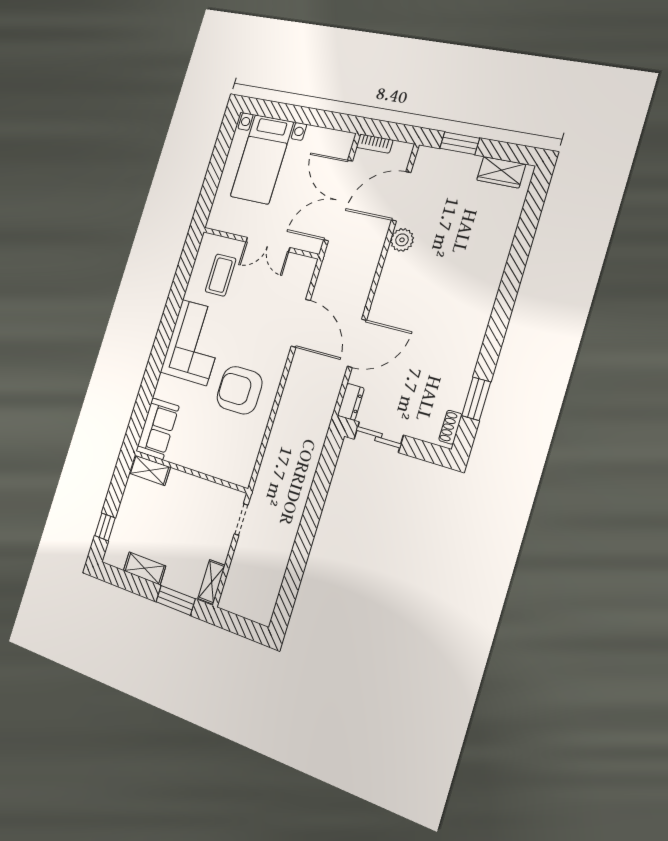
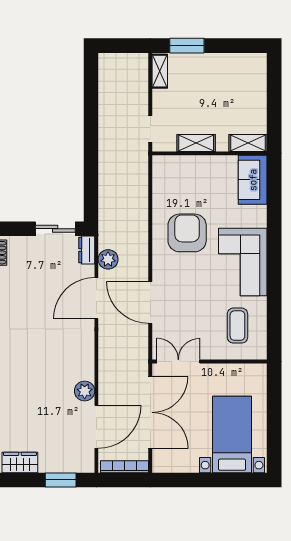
bookcase: (375, 144) -> (125, 467), width x1.56
double door: (268, 245) -> (178, 362), moved
plant: (331, 384) -> (108, 259), added
armchair: (239, 390) -> (187, 233), turned -90
window: (105, 527) -> (274, 83), removed
shelving: (145, 568) -> (196, 143), moved

